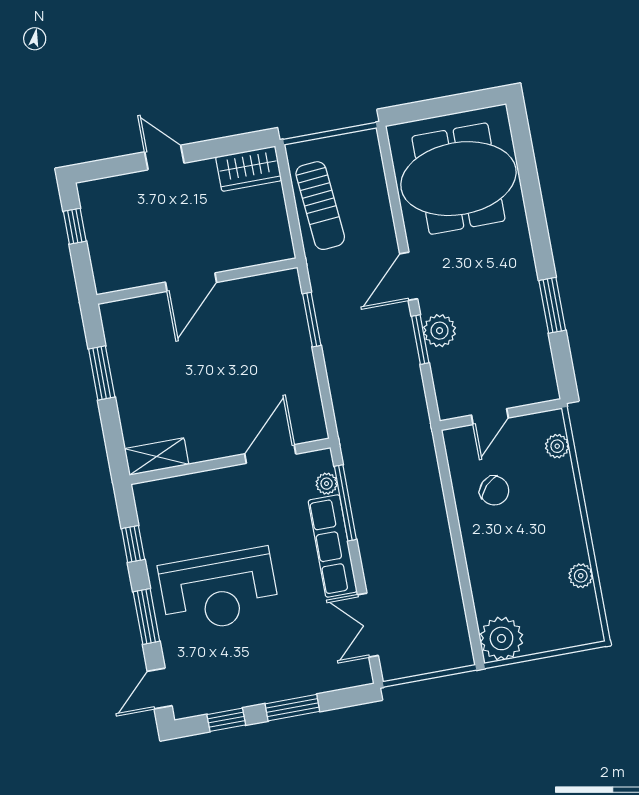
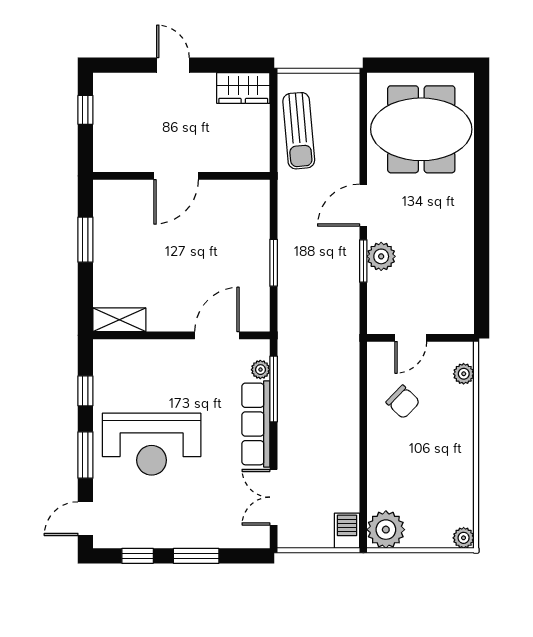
window: (552, 305) -> (482, 252), removed
window: (312, 320) -> (274, 263), moved
plant: (581, 576) -> (464, 538), moved
barbecue: (458, 648) -> (347, 531), added

